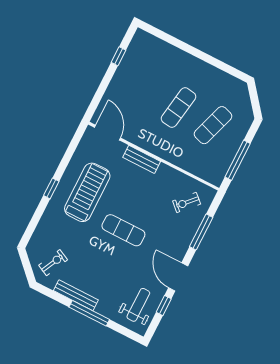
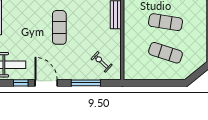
window: (238, 160) -> (150, 83), removed
door: (178, 277) -> (46, 83), hinge flipped

